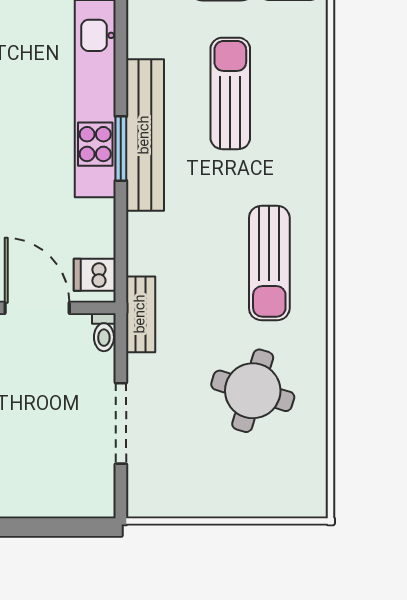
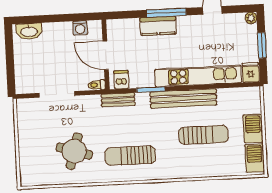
window: (121, 148) -> (151, 90), moved
door: (37, 308) -> (106, 55), swing flipped
bench: (141, 314) -> (118, 100), moved

